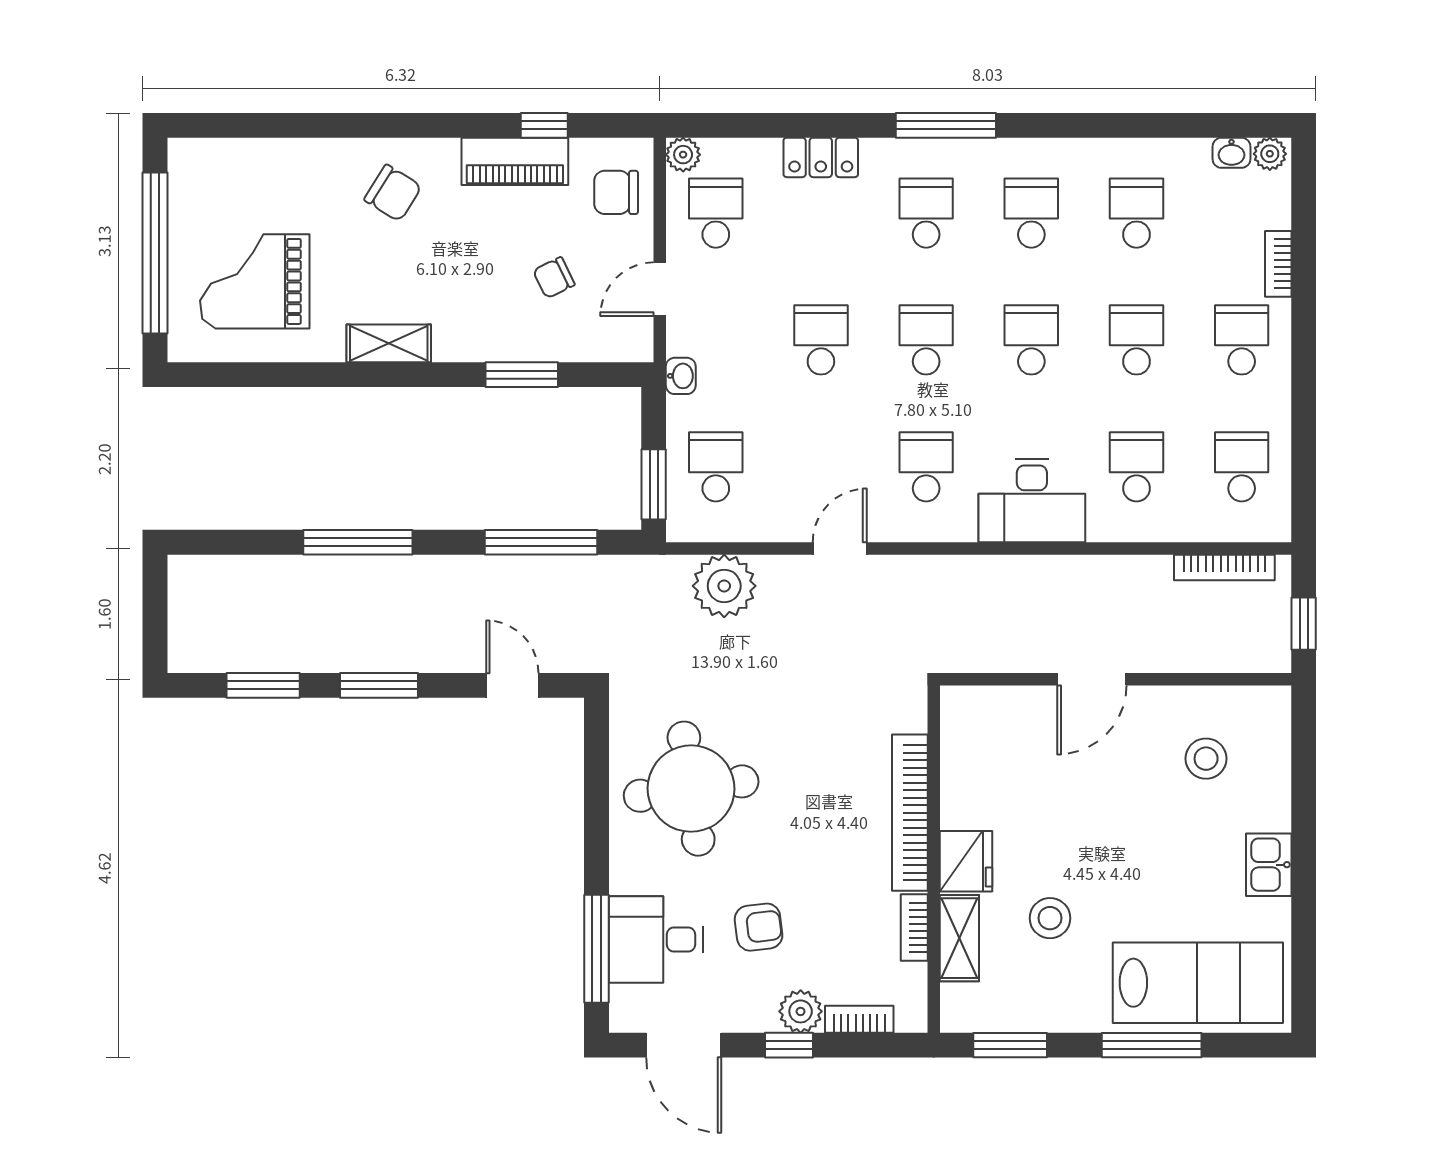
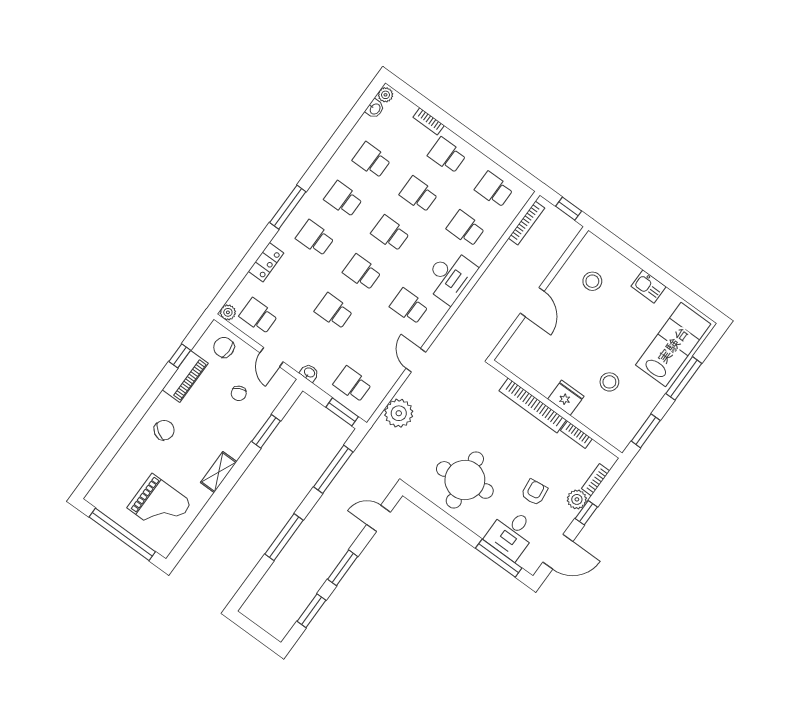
chair: (616, 192) -> (224, 347), turned 90
grand piano: (255, 281) -> (160, 505), turned -90
shelving: (959, 938) -> (592, 421), removed

